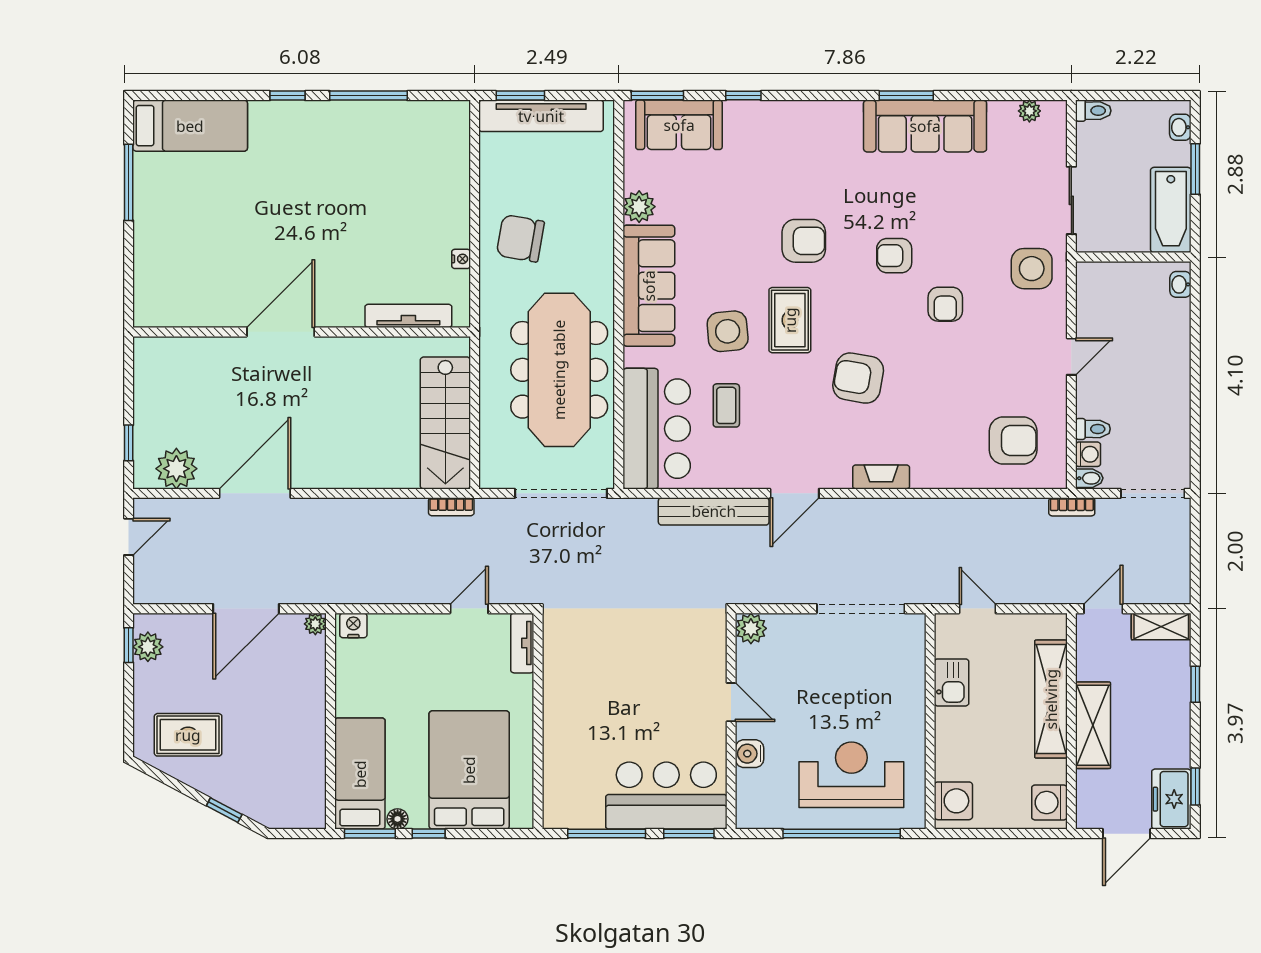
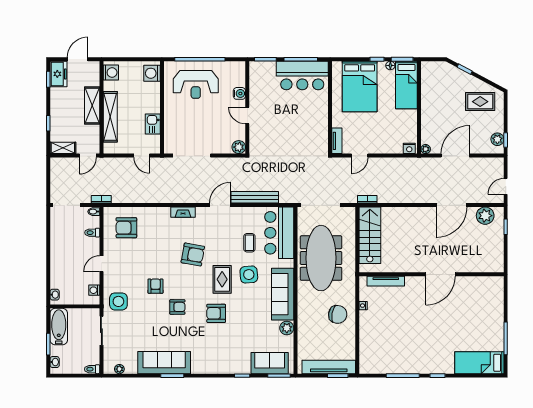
washing machine: (1088, 454) -> (94, 290), moved
bar counter: (666, 796) -> (302, 75), moved

